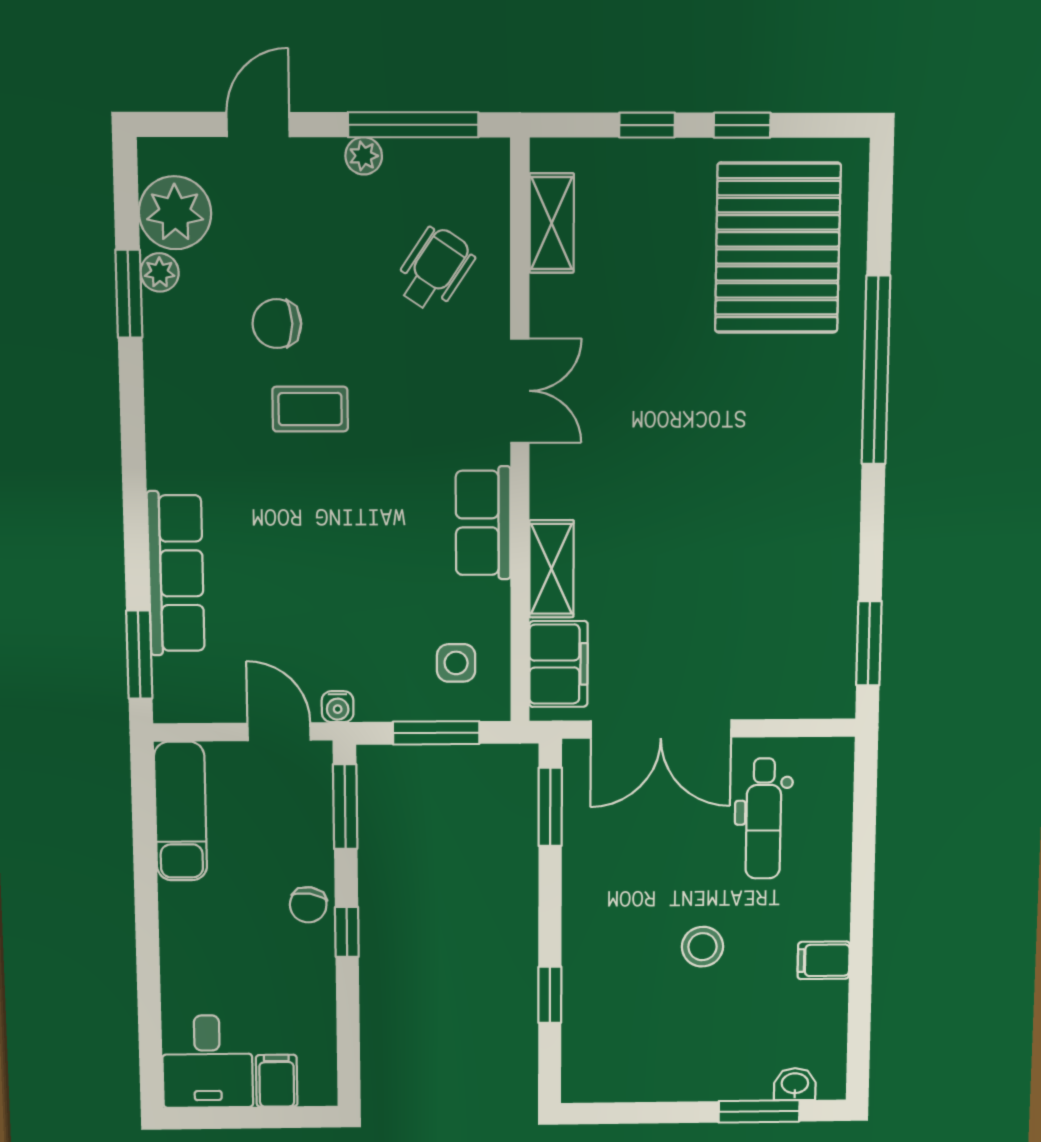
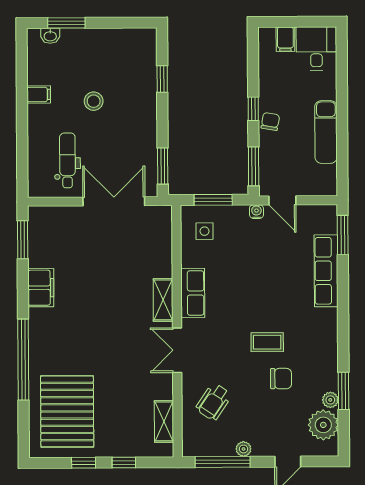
shelving: (551, 569) -> (163, 300), moved
filing cabinet: (558, 664) -> (41, 288), moved, turned 180
exam couch: (181, 811) -> (326, 132), moved

